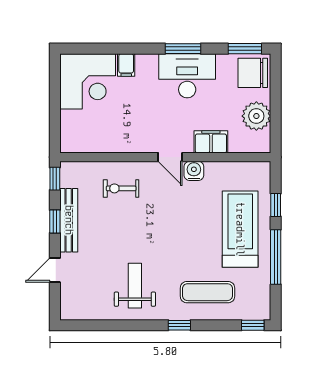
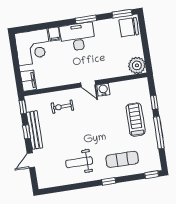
desk: (187, 76) -> (78, 37), moved
plant: (256, 116) -> (137, 65), moved
filing cabinet: (211, 142) -> (28, 81), moved, turned 90
treadmill: (240, 229) -> (136, 120), width x0.73, depth x0.73
weight bench: (135, 286) -> (79, 162), turned -90

